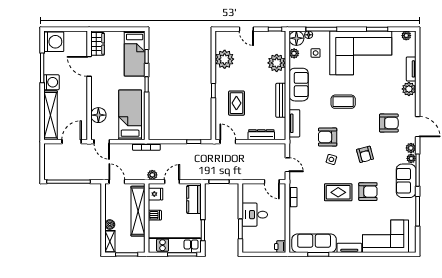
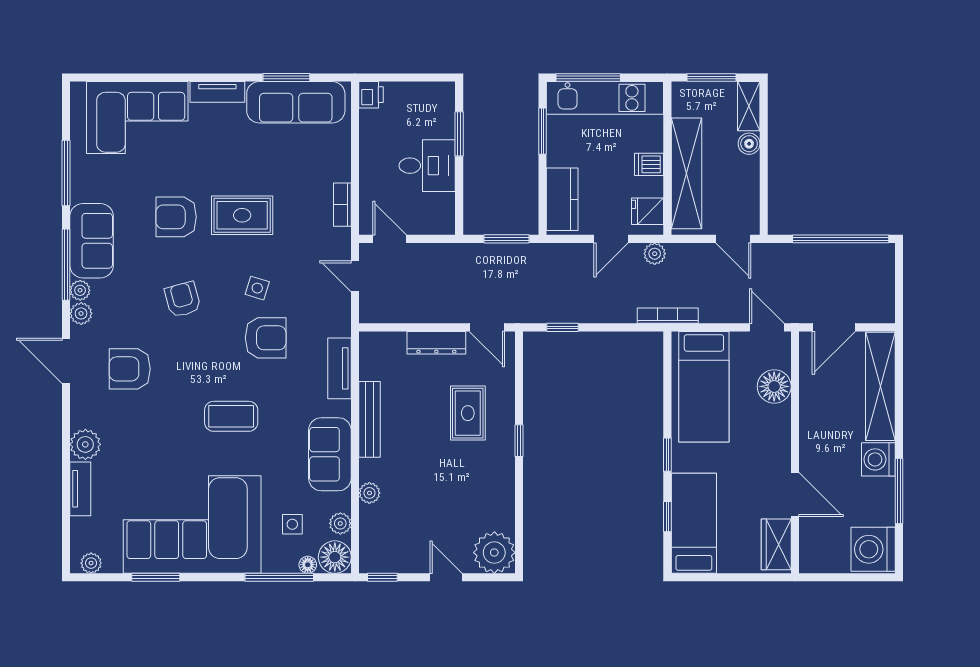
plant: (225, 59) -> (494, 553), moved
plant: (277, 63) -> (369, 493), width x0.53, depth x0.53
dresser: (261, 135) -> (436, 343), moved

